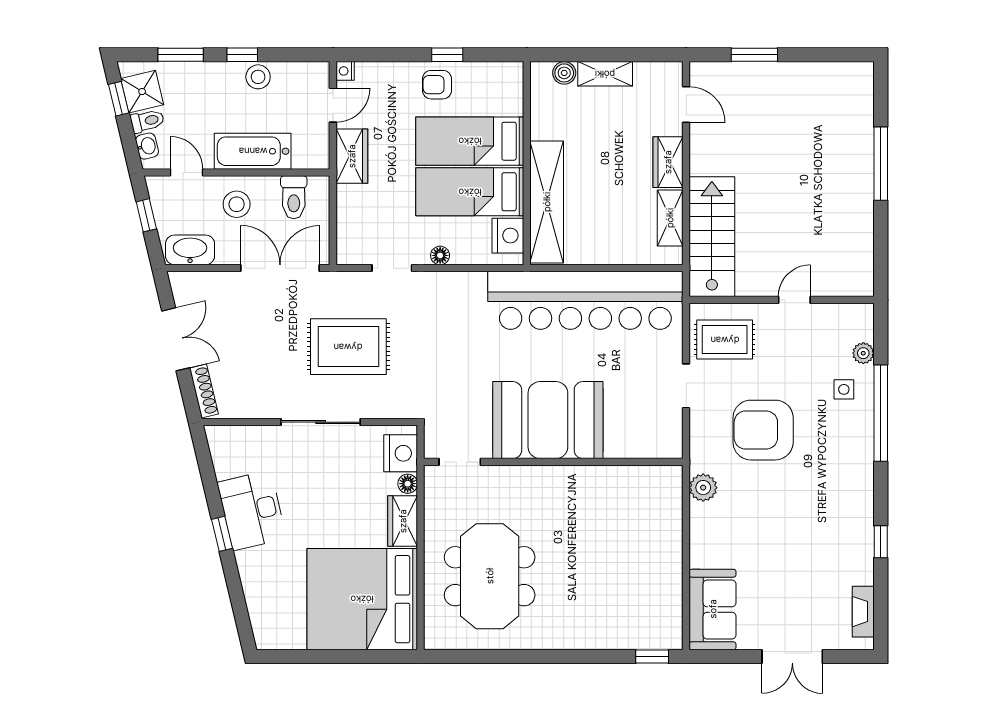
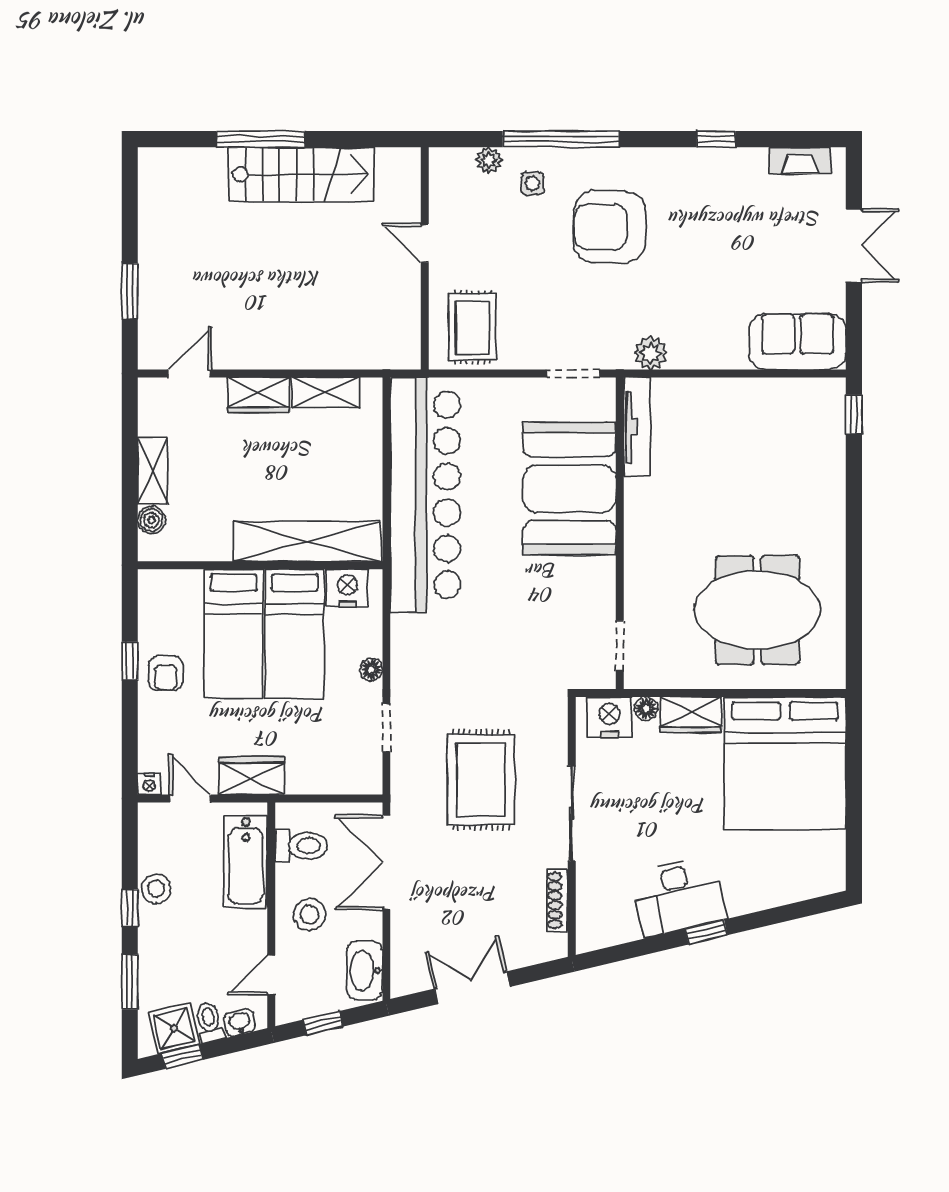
bathtub: (253, 151) -> (246, 861), moved
stairs: (712, 237) -> (301, 174), moved, turned 180
doorway: (686, 386) -> (573, 373), moved
shoe rack: (204, 391) -> (557, 900), moved, turned -77
booth: (548, 420) -> (569, 489), moved
armchair: (763, 430) -> (610, 227), moved, turned 90
tv unit: (642, 476) -> (637, 427), added

